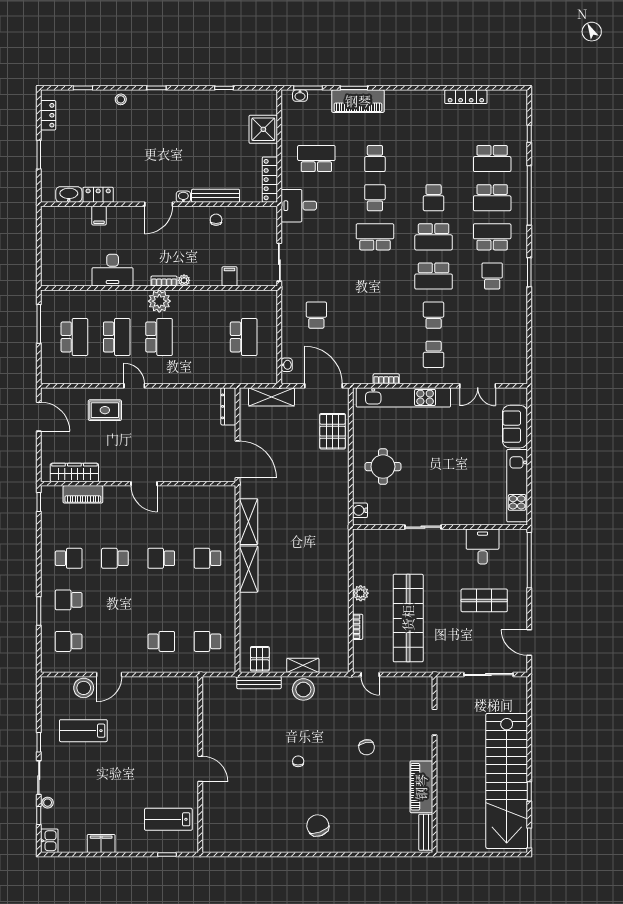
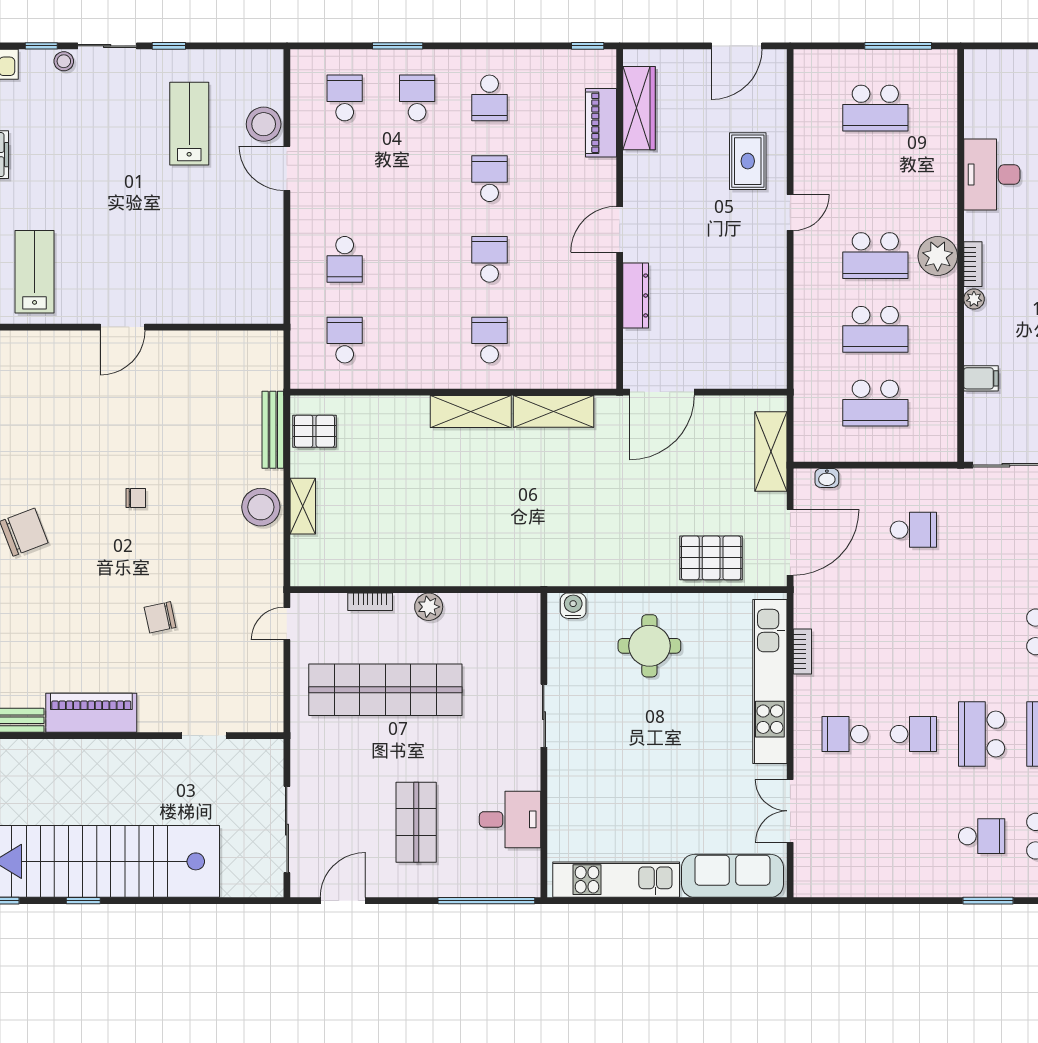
school desk: (117, 337) -> (875, 329), moved
dresser: (228, 406) -> (636, 296), moved, turned 90
sofa: (515, 427) -> (733, 876), width x1.36

